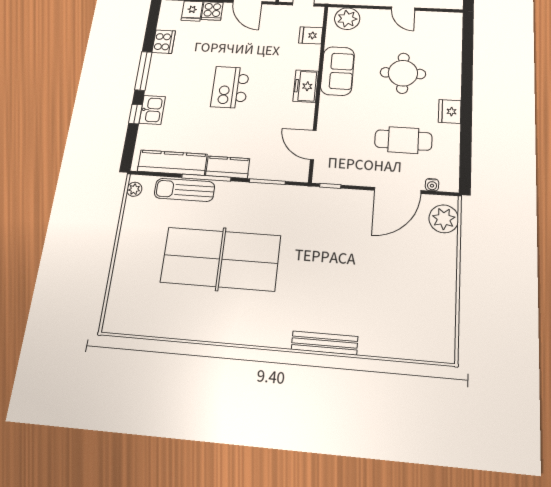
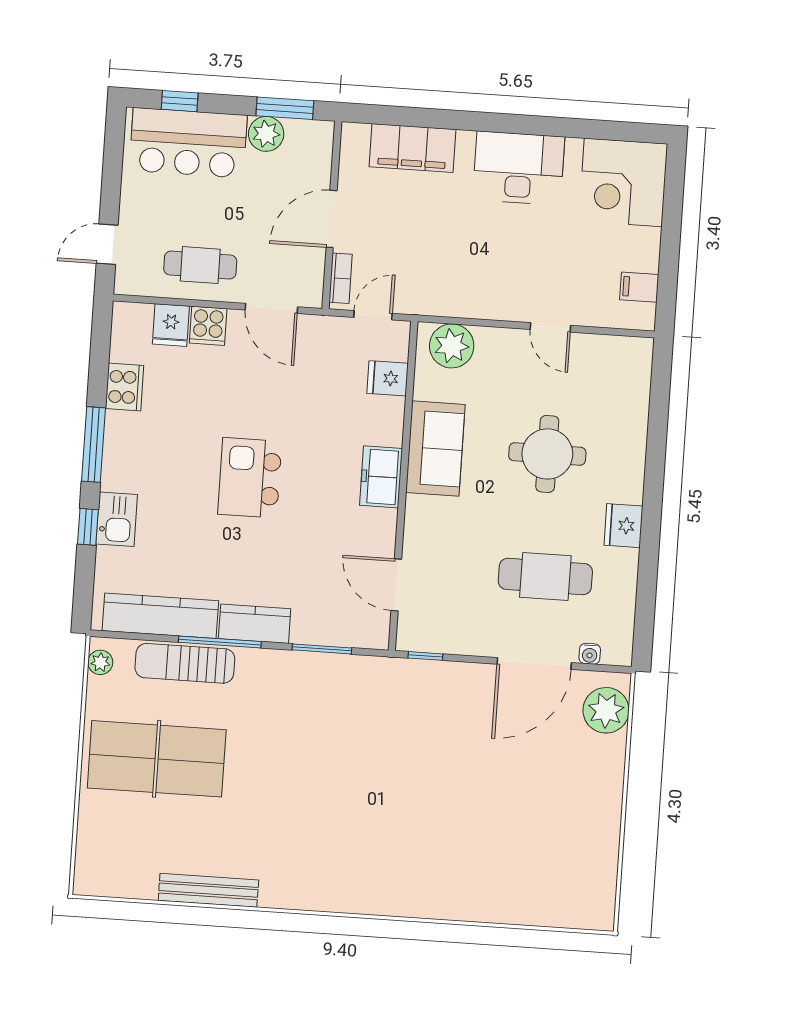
table tennis table: (221, 259) -> (157, 759), moved, width x0.73, depth x0.76
bench: (325, 343) -> (208, 890), moved

